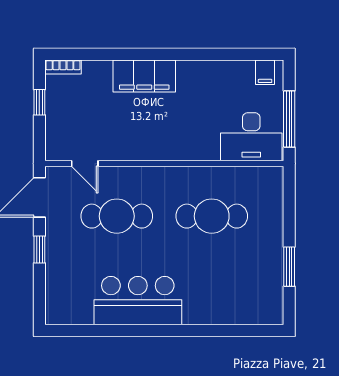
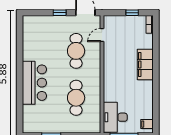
bar counter: (138, 301) -> (34, 83), moved

